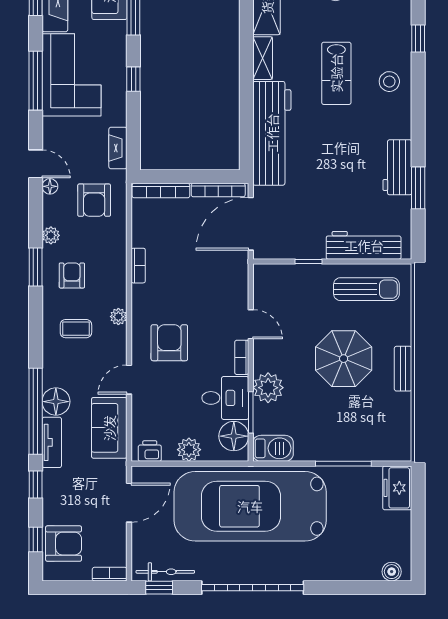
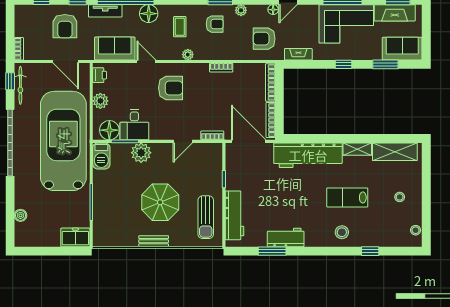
bookcase: (242, 357) -> (212, 135), moved
floor lamp: (56, 402) -> (149, 14), moved
armchair: (64, 544) -> (65, 26), moved
boiler: (392, 572) -> (20, 215), moved

